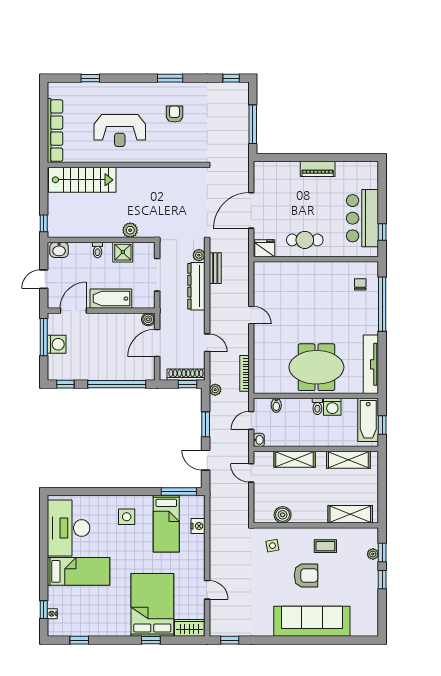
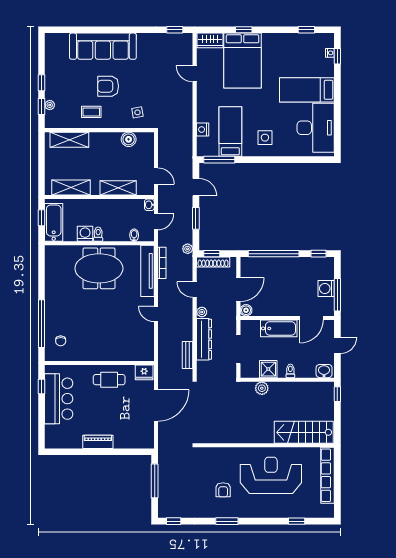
reception desk: (120, 131) -> (271, 475), width x1.36, depth x1.30
plant: (199, 255) -> (202, 312), moved
tv unit: (371, 364) -> (148, 271), moved, turned 180

